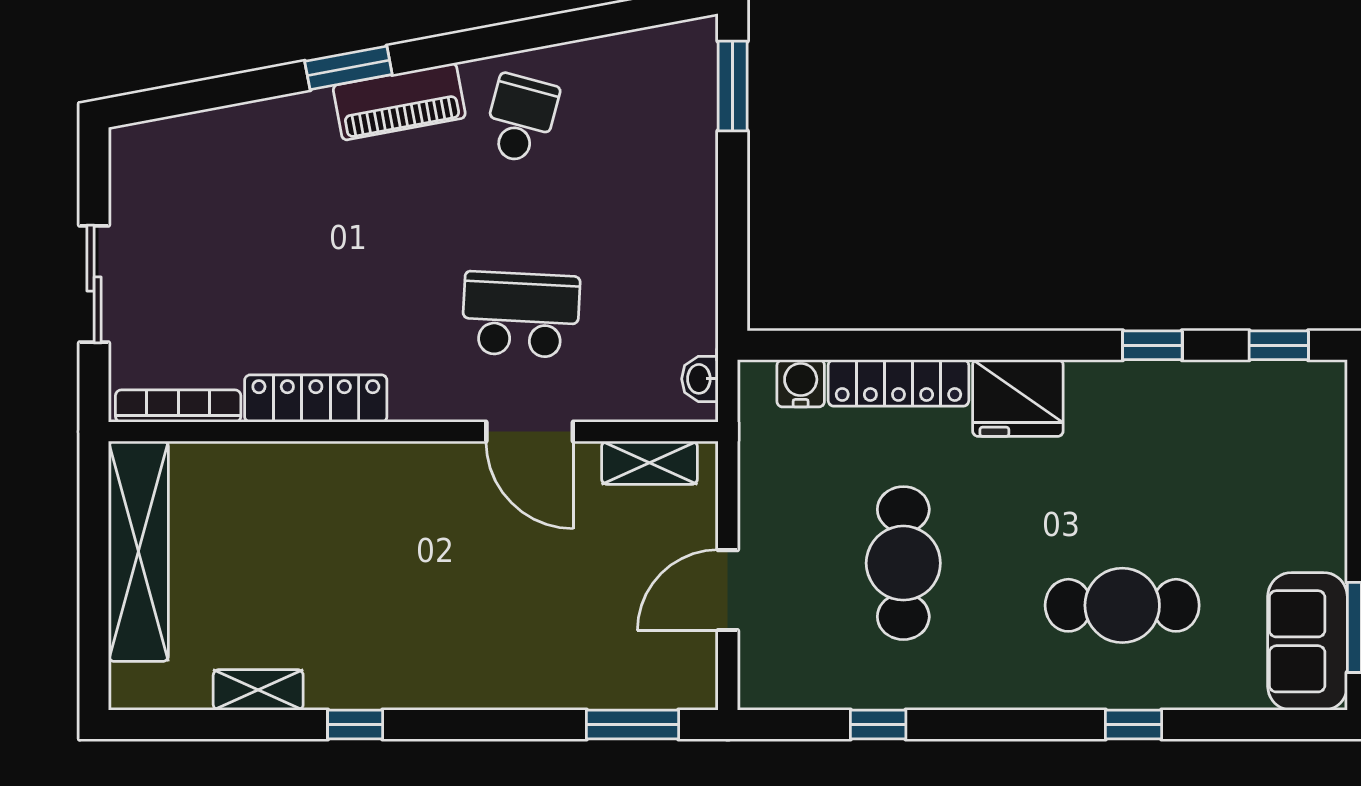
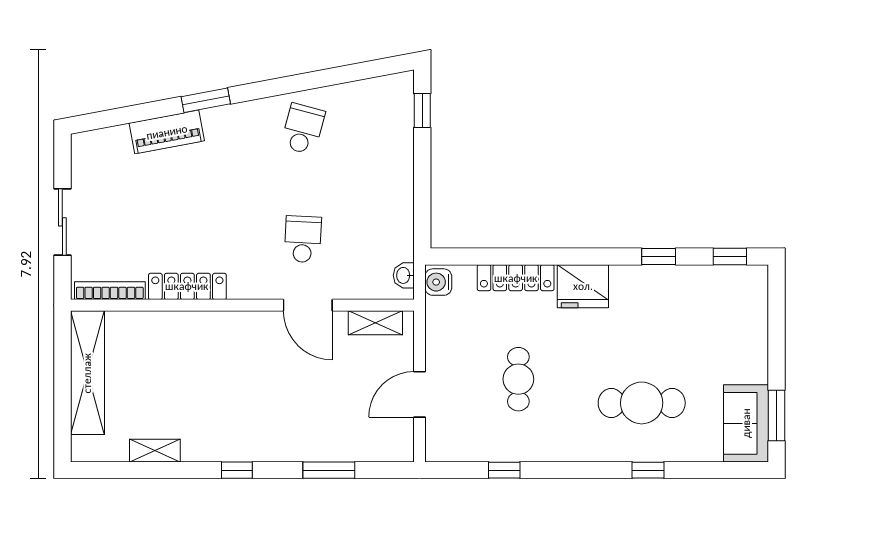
window: (733, 86) -> (422, 110), width x0.67
piano: (399, 102) -> (167, 132), moved
school desk: (521, 315) -> (303, 239), width x0.54
water cooler: (801, 383) -> (438, 282), moved, turned -90
cafe table: (903, 563) -> (518, 379), width x0.73, depth x0.74
window: (355, 725) -> (237, 470), moved
window: (633, 725) -> (329, 470), moved

